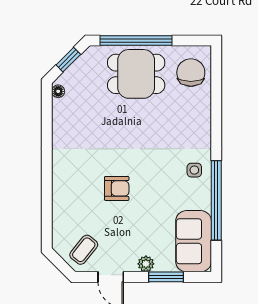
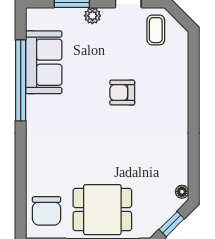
side table: (194, 170) -> (43, 111), removed
sofa: (194, 241) -> (44, 62), moved
coffee table: (84, 250) -> (156, 30), turned -39

